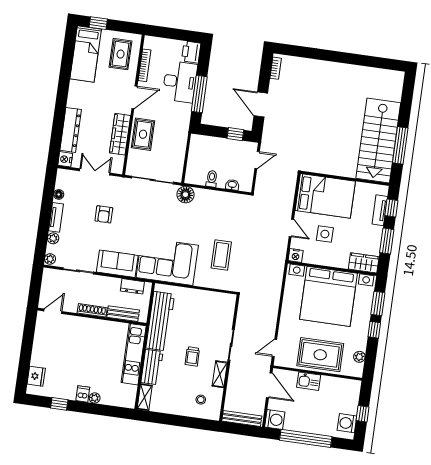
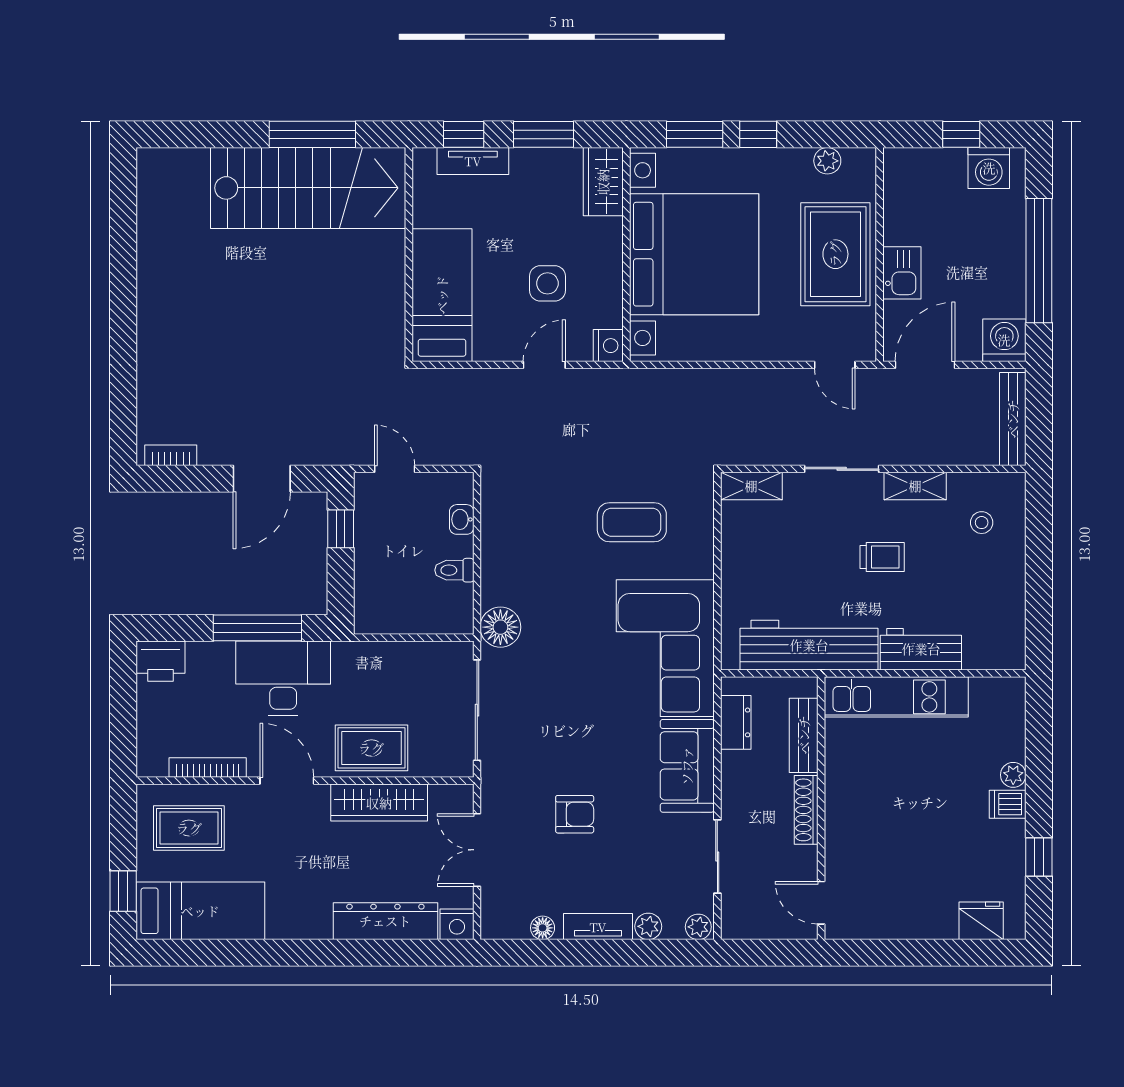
desk: (180, 82) -> (283, 678), moved
bed: (325, 196) -> (442, 295), width x0.67
shelving: (145, 397) -> (751, 486), moved

